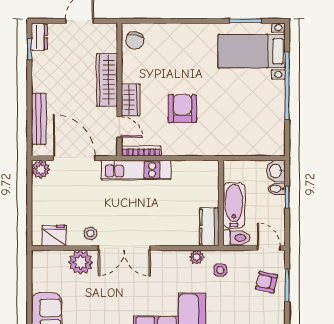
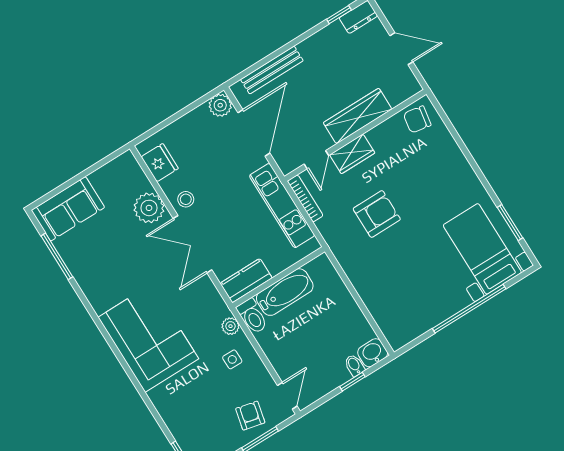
wall: (221, 203) -> (279, 277), moved
bathtub: (234, 205) -> (285, 292), moved
kitchen counter: (209, 227) -> (246, 281), moved
toilet: (236, 238) -> (252, 316), moved

